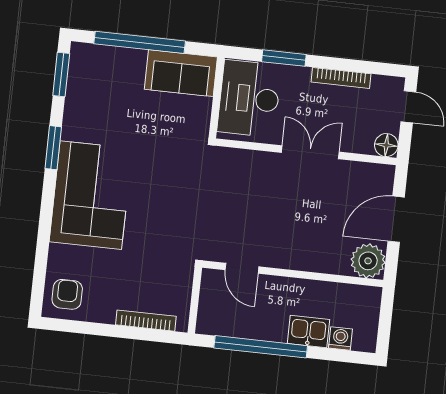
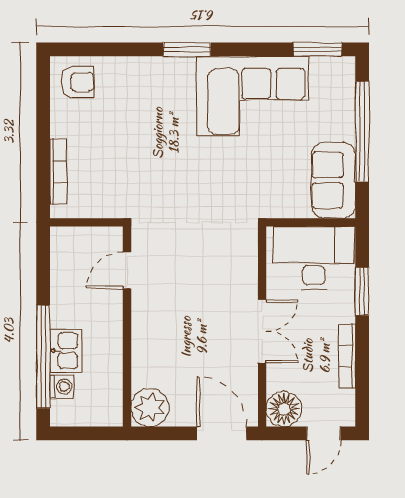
floor lamp: (386, 145) -> (284, 409), width x1.38, depth x1.38
window: (53, 148) -> (187, 49), moved
corner sofa: (91, 195) -> (253, 96), moved
door: (396, 219) -> (222, 433), moved
window: (261, 347) -> (43, 357), moved

